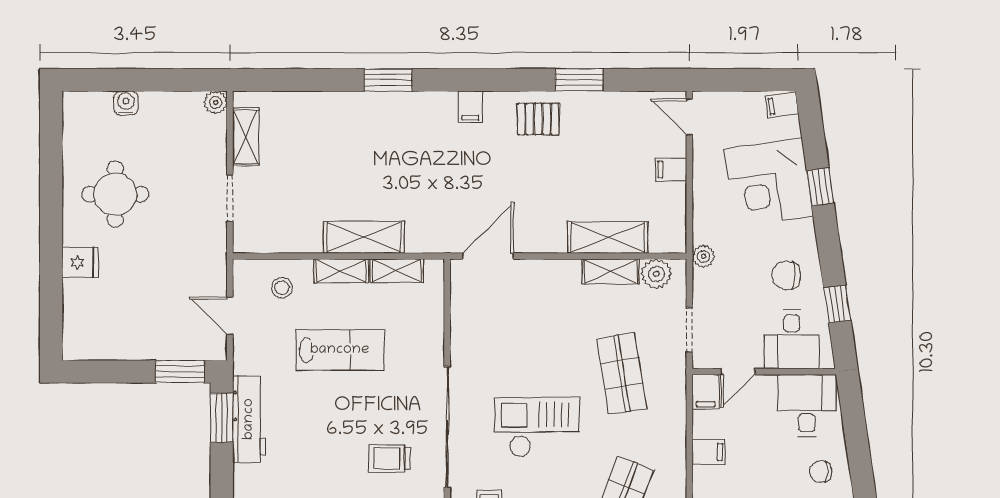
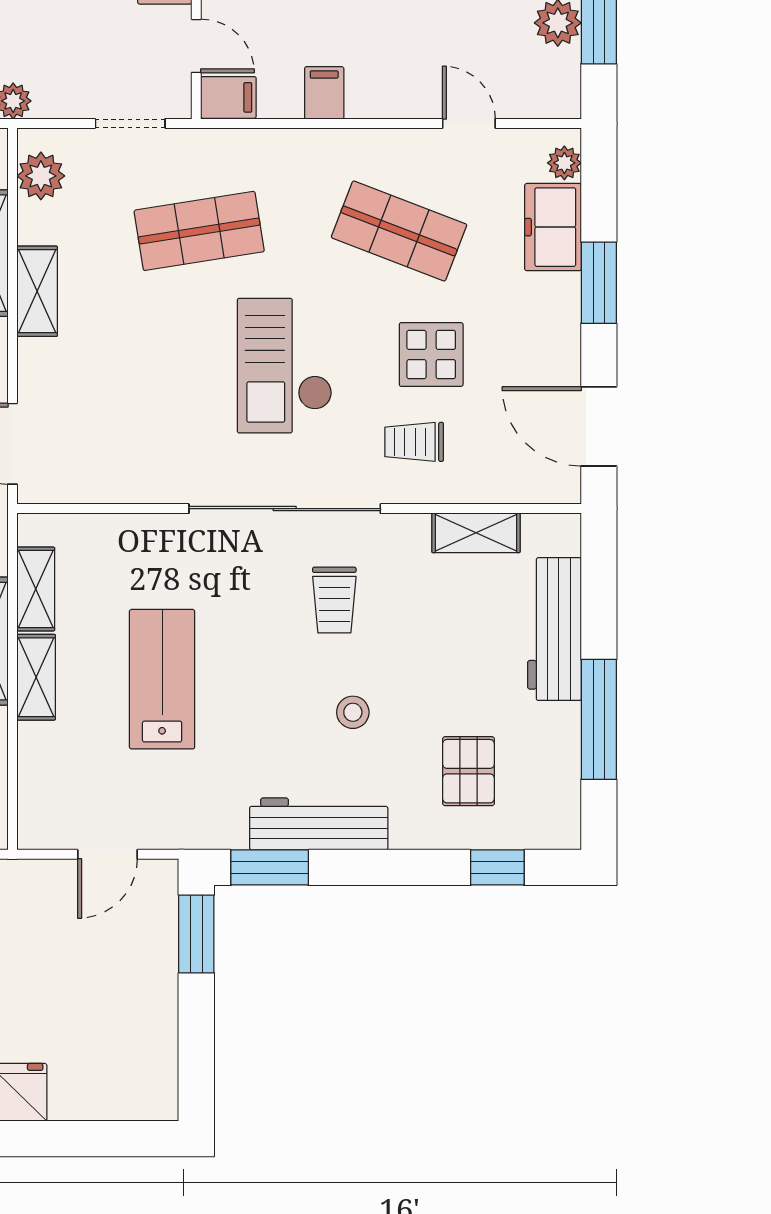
shelving: (611, 272) -> (37, 291), moved
stool: (282, 288) -> (353, 712), moved
workbench: (249, 419) -> (319, 824), moved

